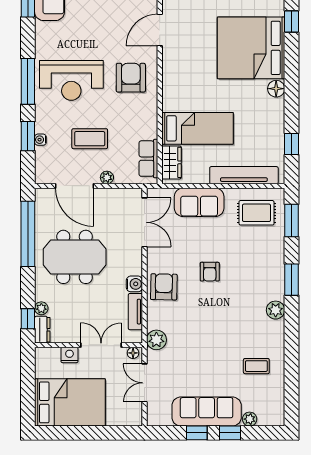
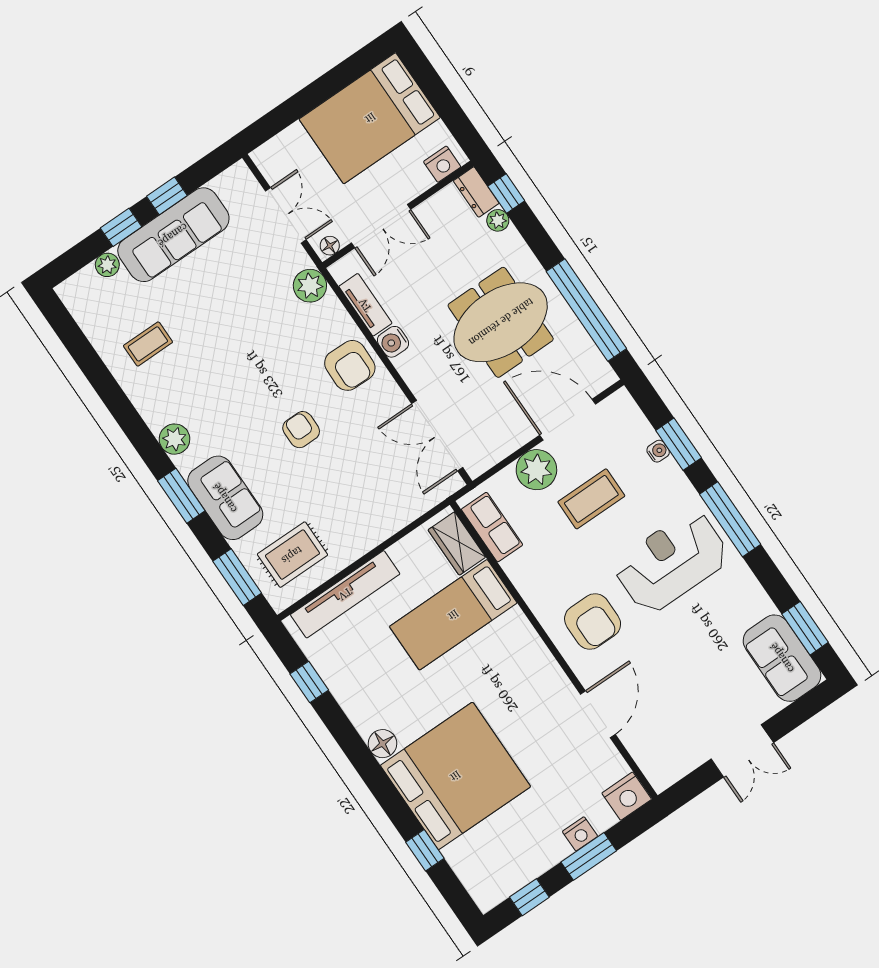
plant: (107, 177) -> (536, 470), width x1.87, depth x1.87
sofa: (199, 202) -> (225, 498), moved, turned 90
nightstand: (69, 355) -> (442, 164), moved

